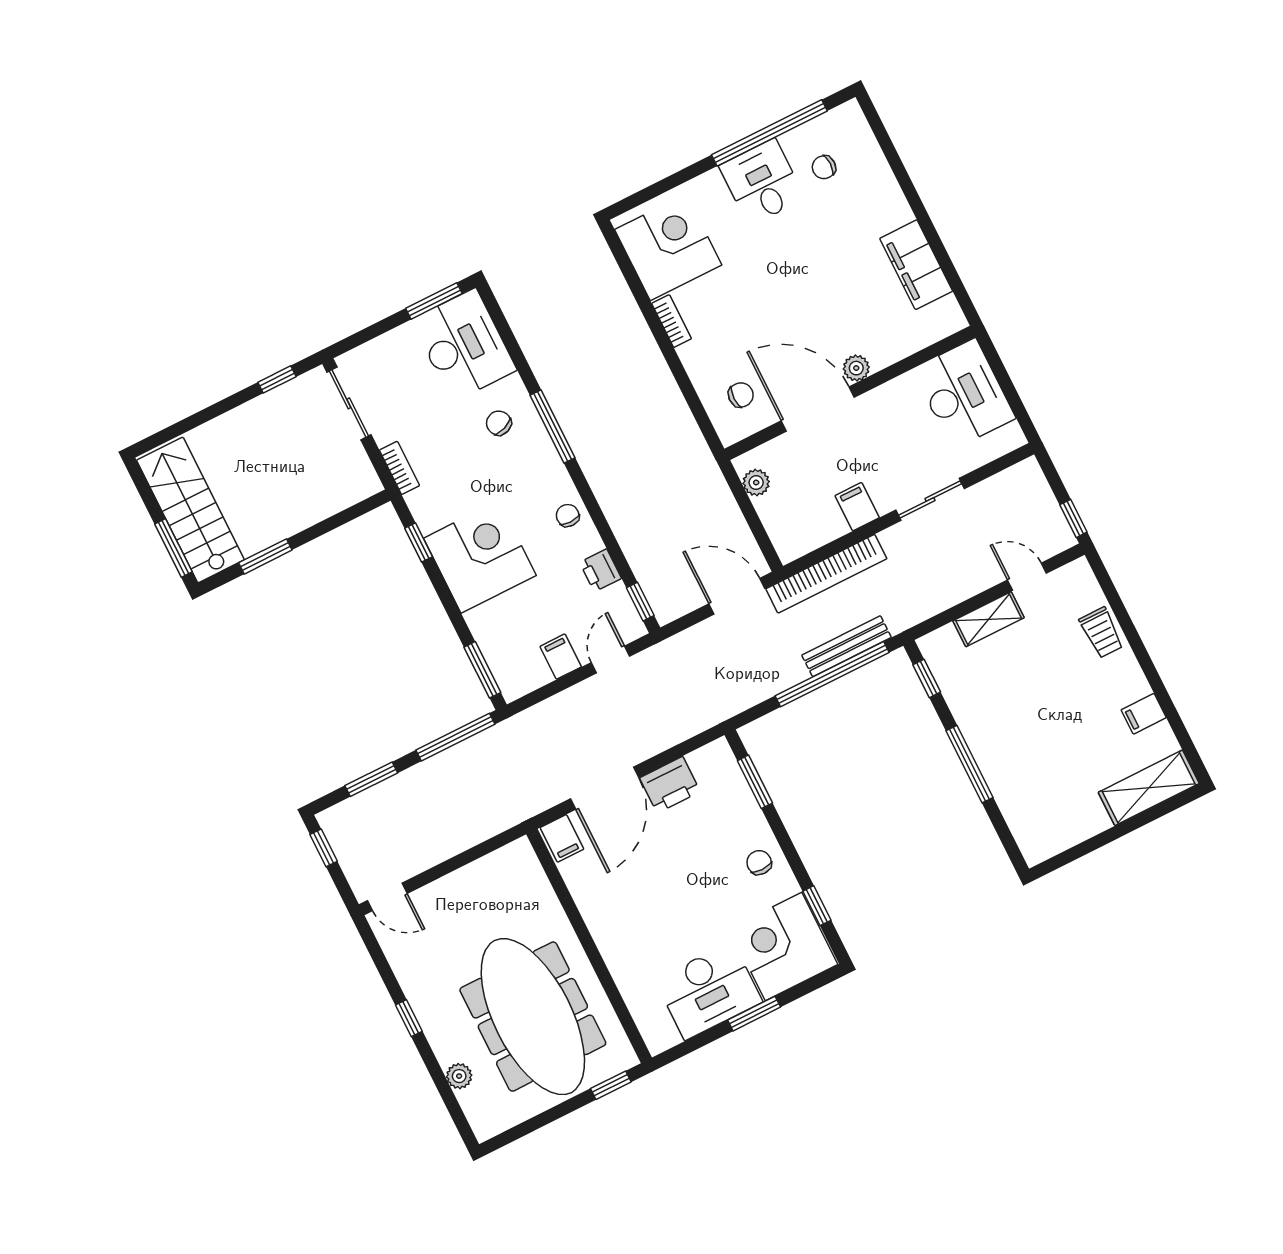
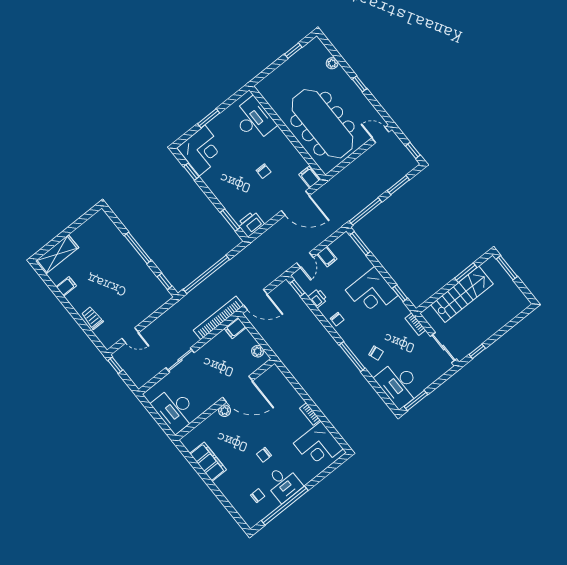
chair: (741, 395) -> (264, 455), moved
filing cabinet: (857, 507) -> (235, 328), moved, turned 90
stairs: (190, 510) -> (462, 294), moved, turned -90
shelving: (988, 619) -> (143, 313), removed
bench: (847, 646) -> (203, 288), removed
printer: (670, 785) -> (251, 224), moved
door: (605, 788) -> (295, 203), swing flipped
chair: (759, 863) -> (263, 171), moved
desk: (709, 991) -> (254, 120), moved, turned 90
meeting table: (533, 1017) -> (322, 124), moved
window: (611, 1085) -> (293, 51), moved

